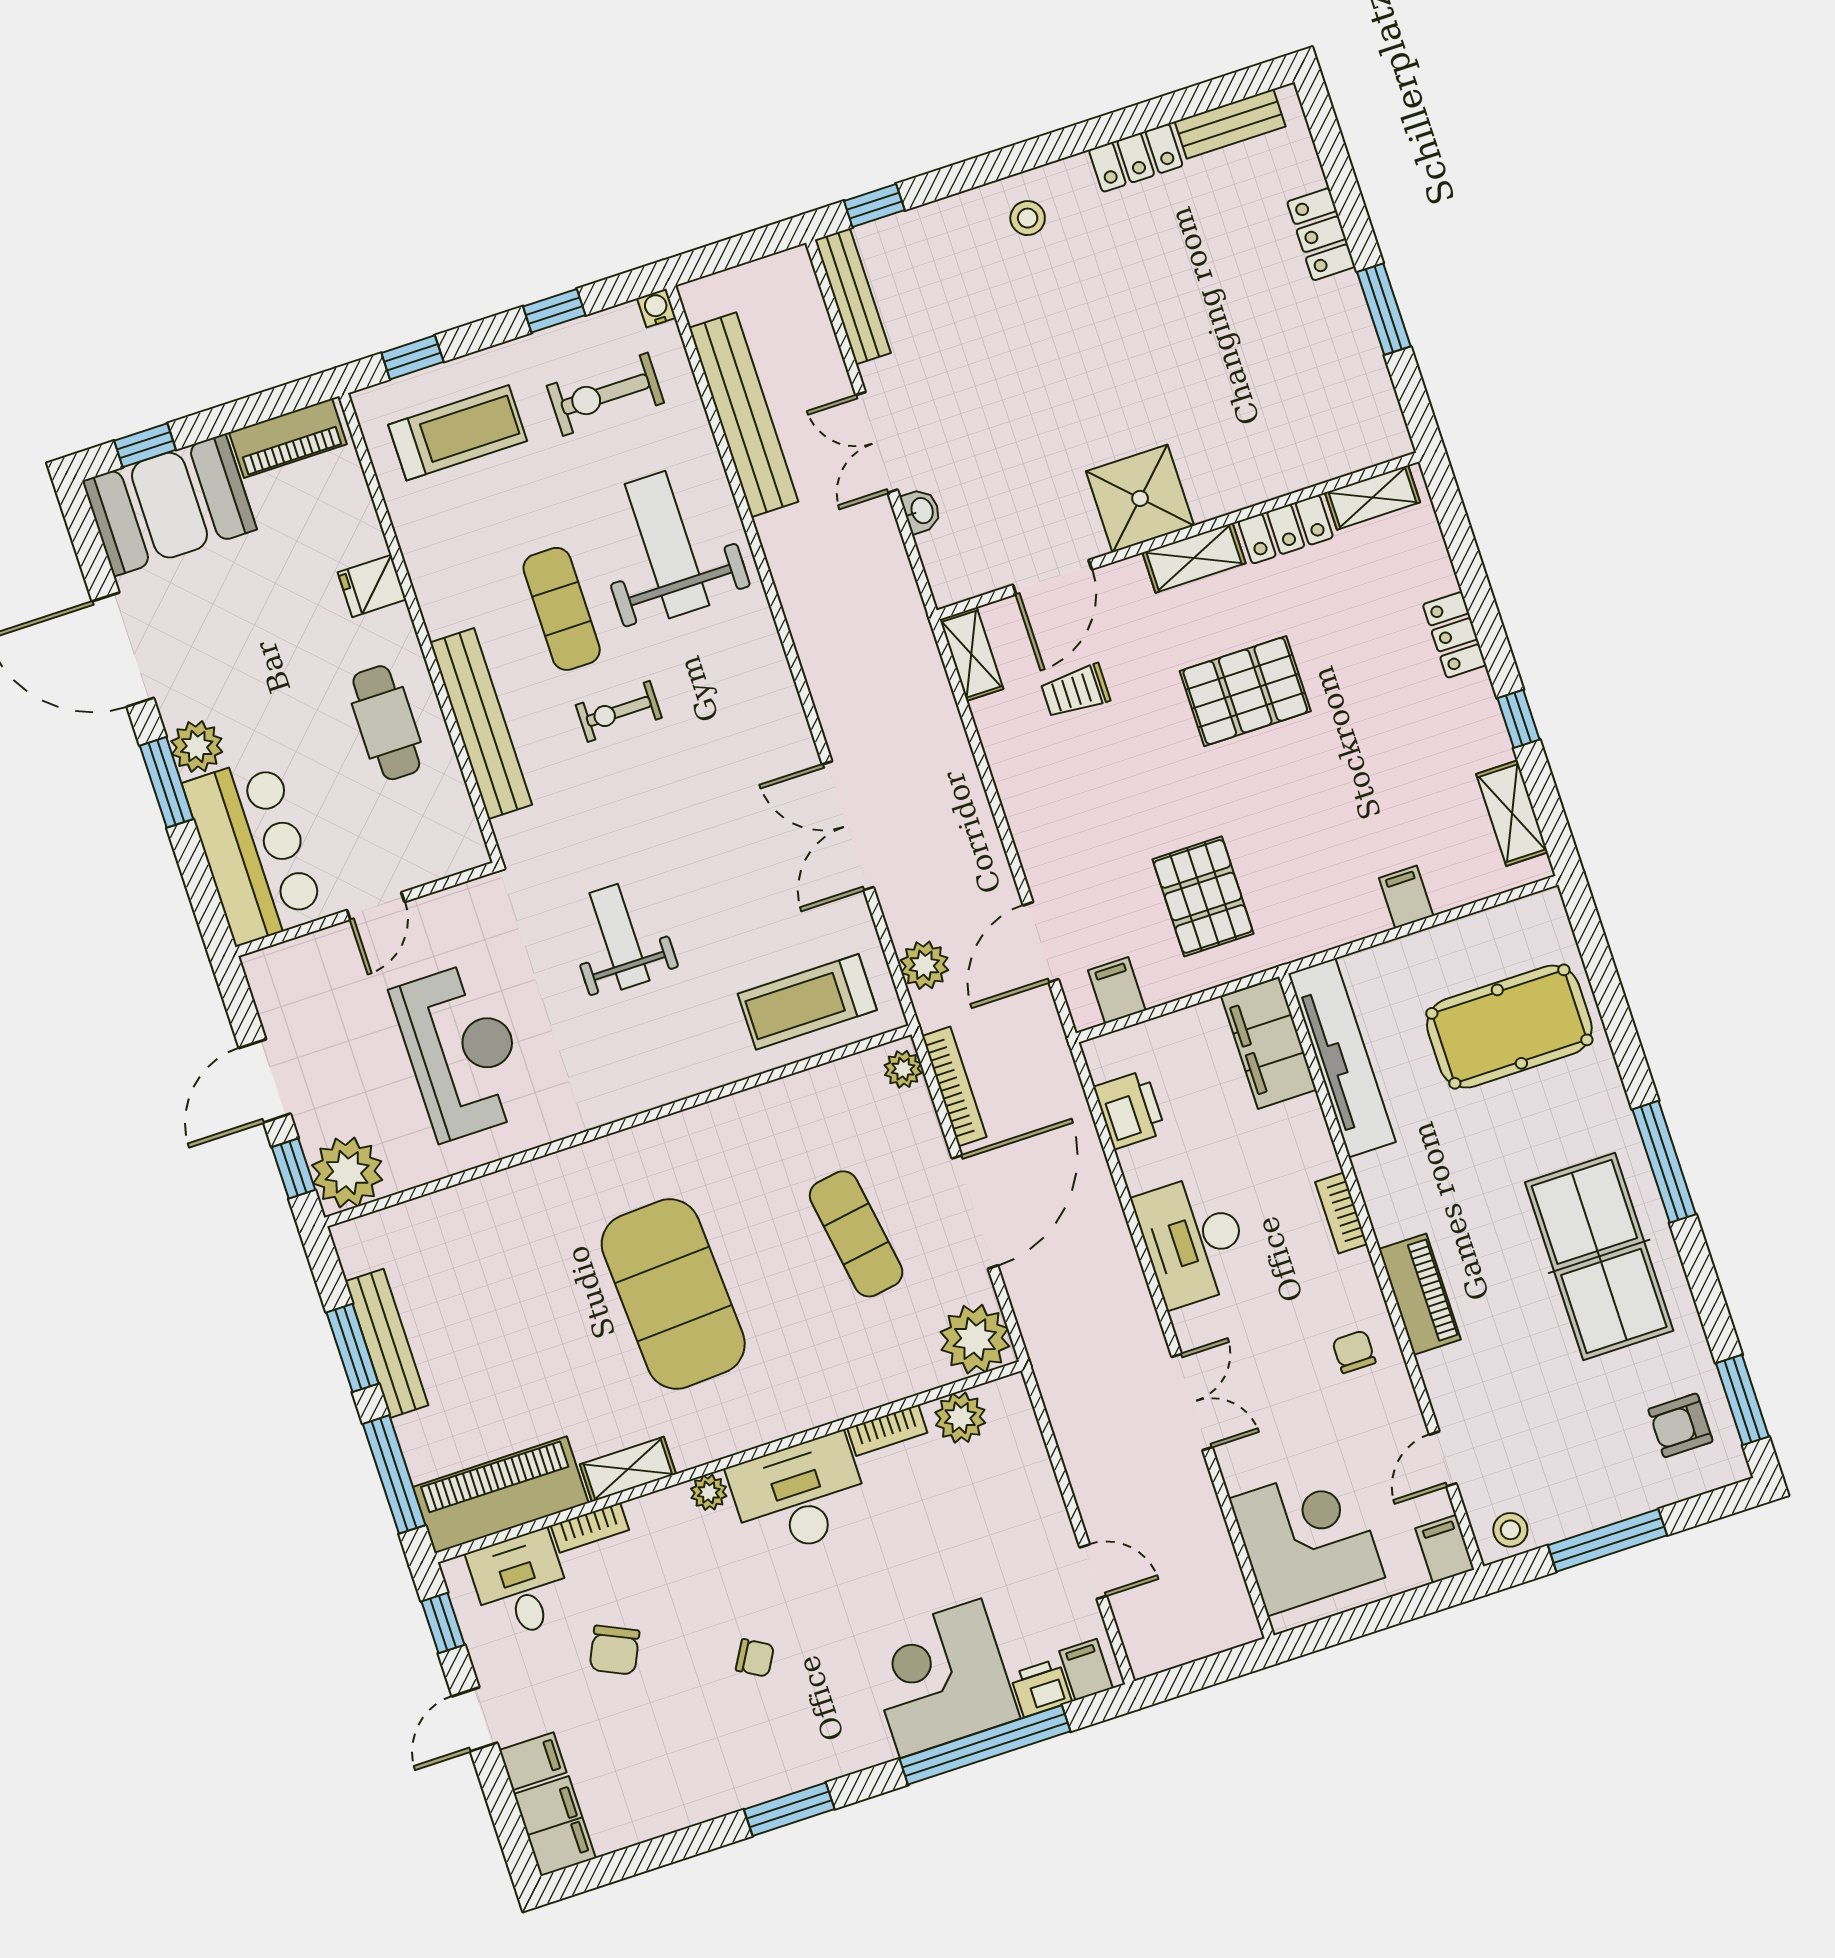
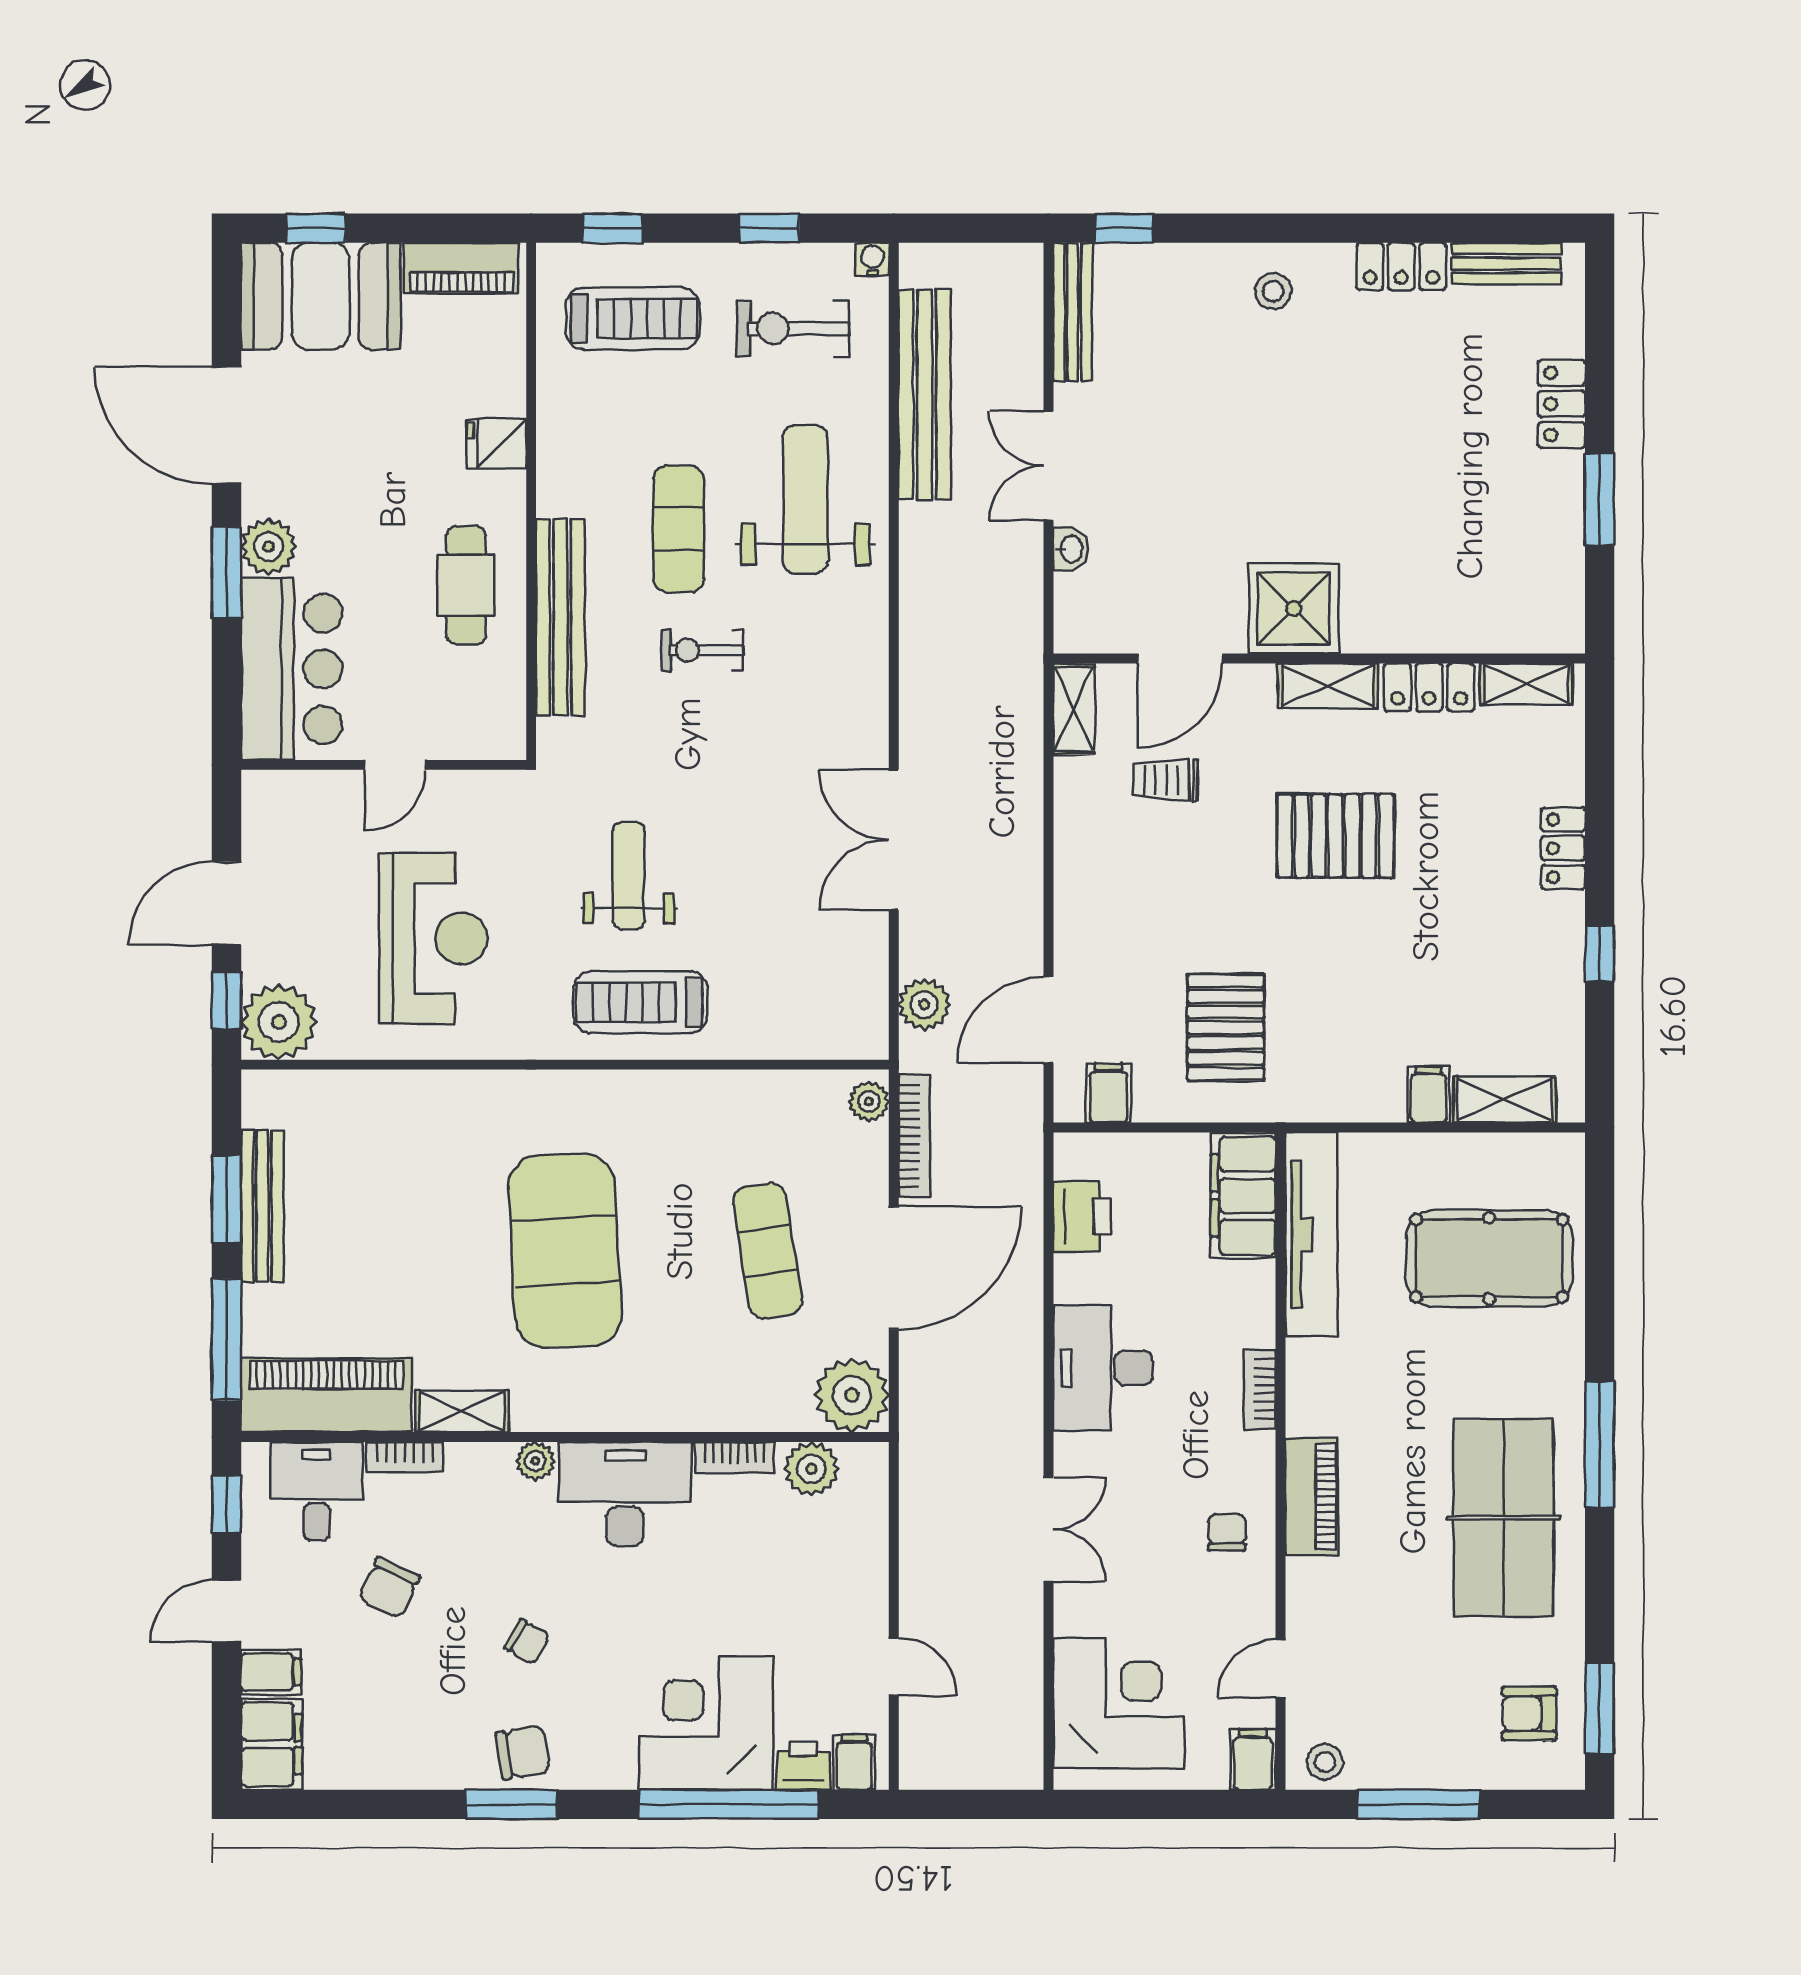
shelving: (1512, 813) -> (1505, 1100), moved, turned 90
treadmill: (807, 1002) -> (641, 1002), moved
chair: (784, 1759) -> (523, 1752), added

